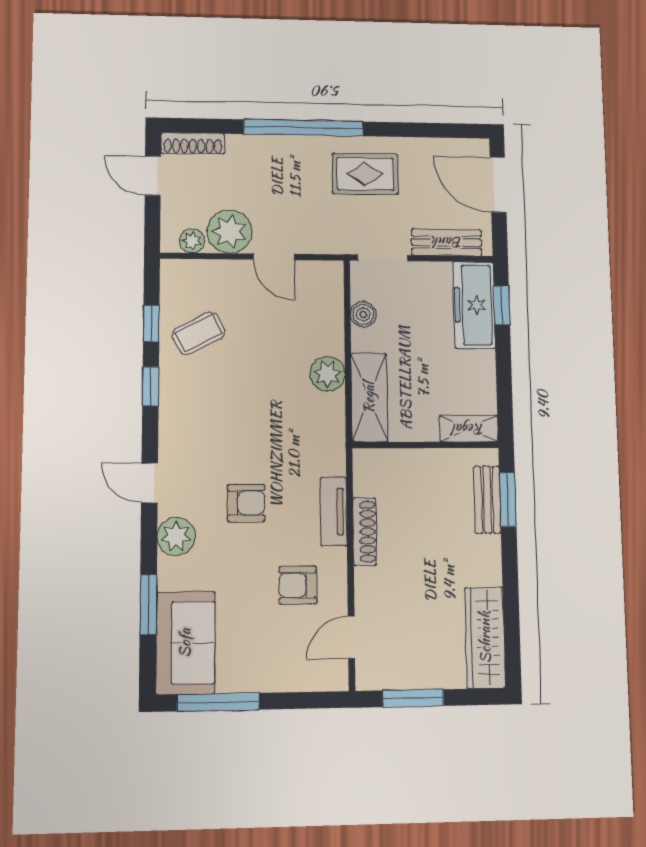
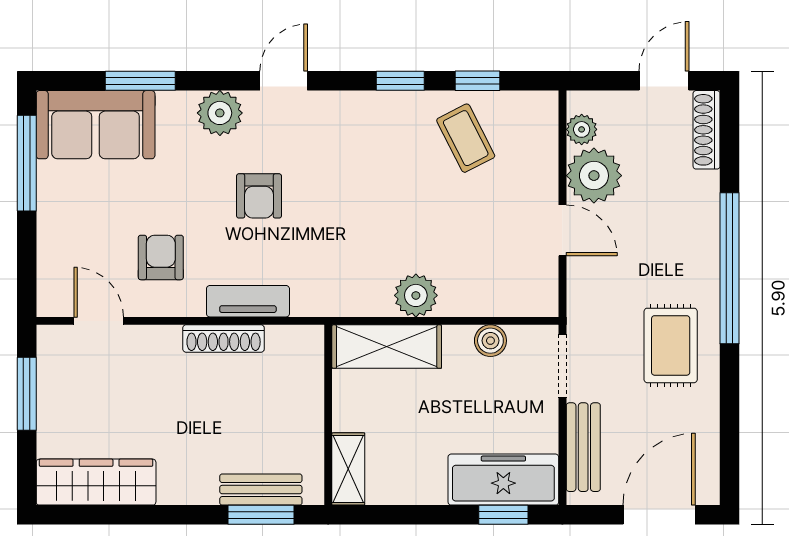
door: (274, 257) -> (562, 230), swing flipped

